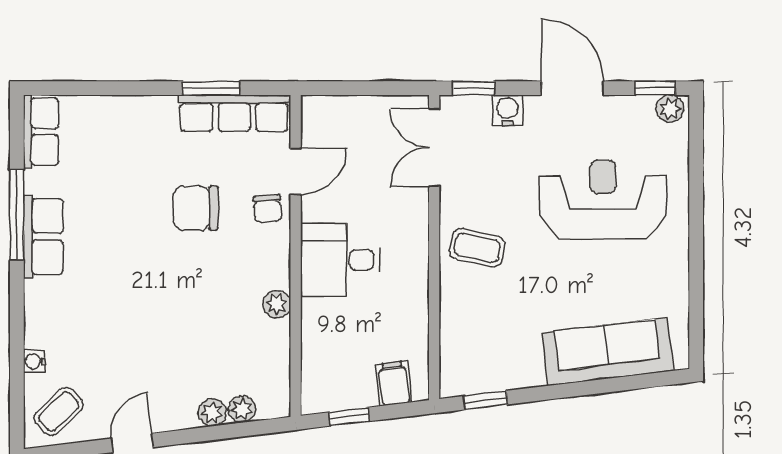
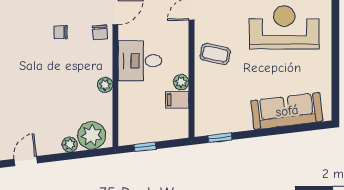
chair: (196, 208) -> (61, 32), width x0.54, depth x0.54
plant: (415, 299) -> (181, 82), added
filing cabinet: (394, 383) -> (177, 100), moved, turned -83
plant: (242, 409) -> (92, 135), width x1.88, depth x1.88

